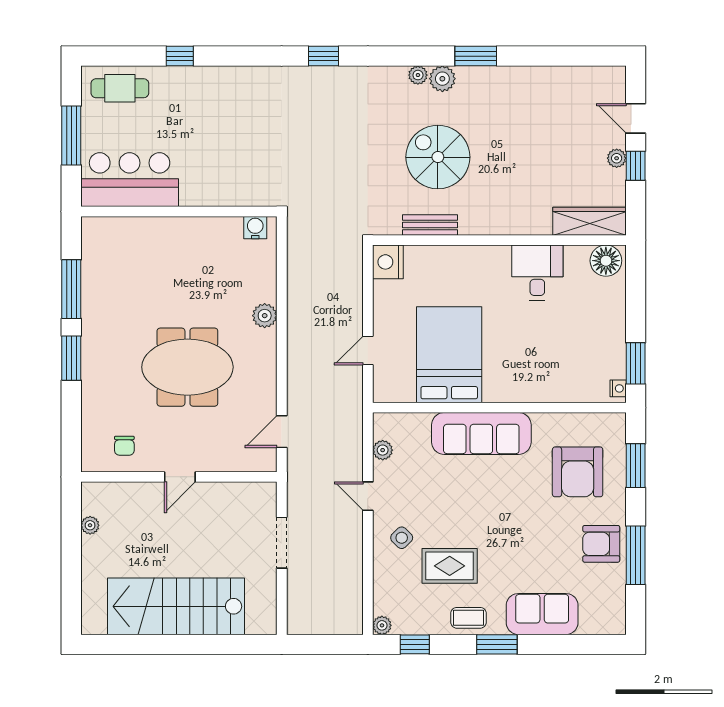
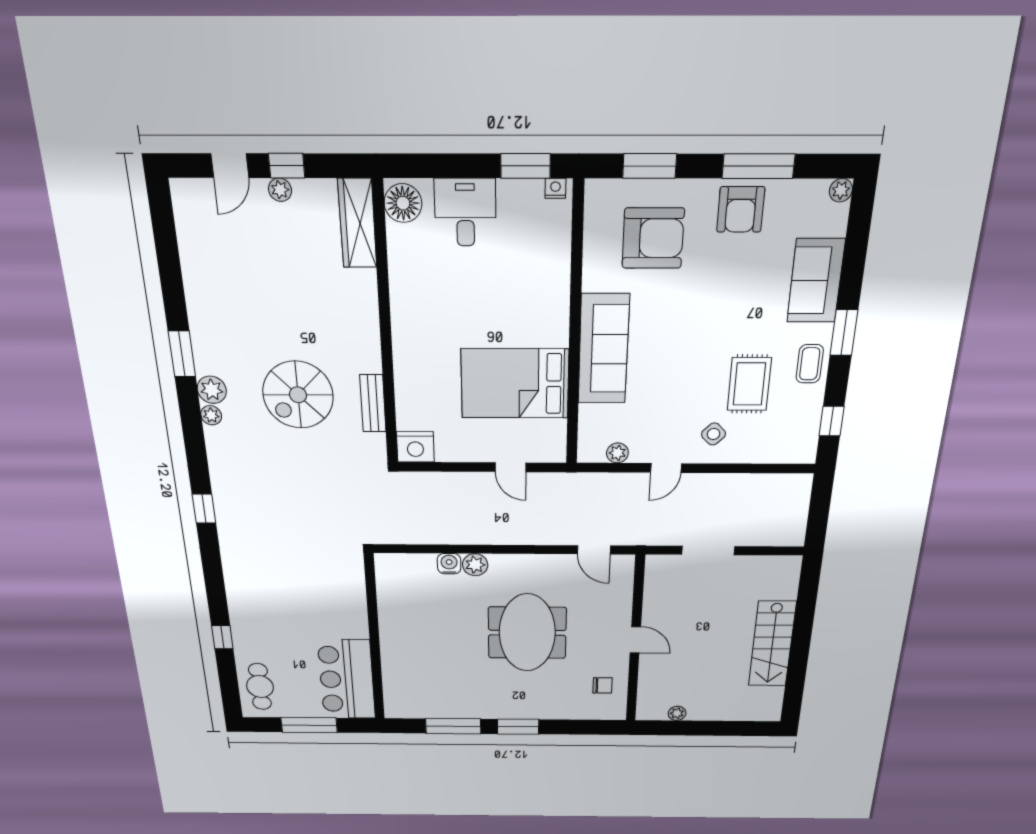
water cooler: (255, 228) -> (449, 564), moved, turned 90
desk: (537, 272) -> (465, 212), moved, turned 90
stairs: (176, 606) -> (772, 644), width x0.73, depth x0.66
plant: (382, 625) -> (841, 190), moved

